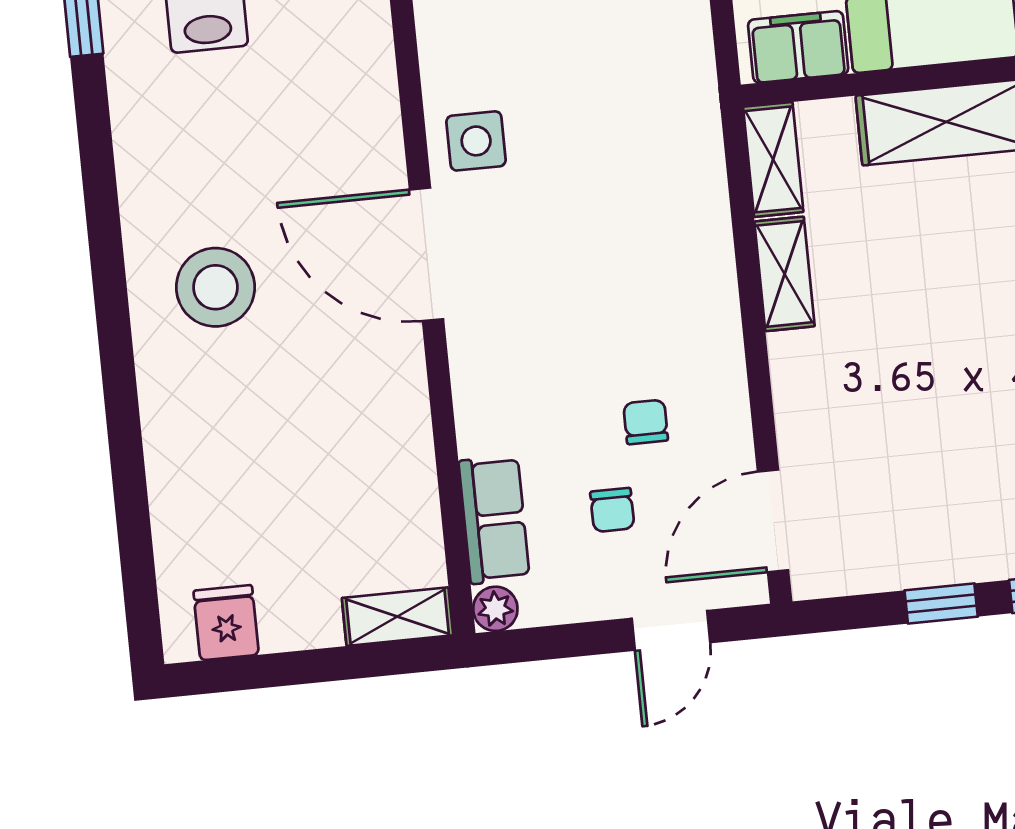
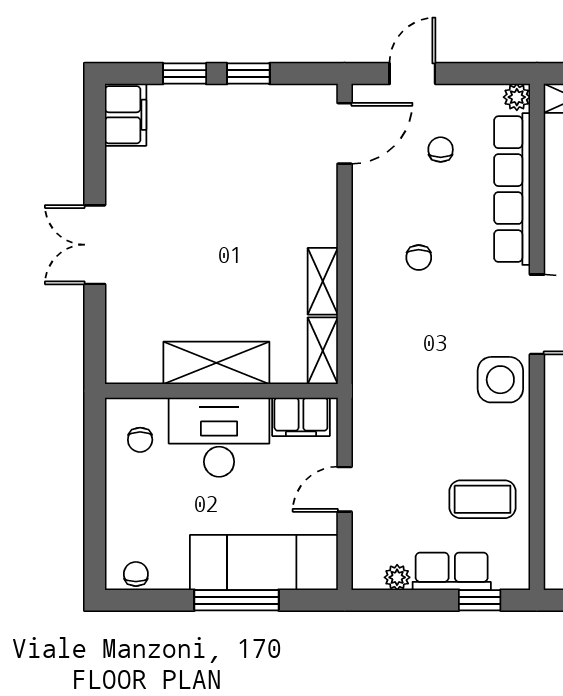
side table: (476, 141) -> (500, 380), width x1.37, depth x1.37
chair: (646, 422) -> (419, 258), moved
row of seats: (494, 520) -> (512, 189), width x2.02

